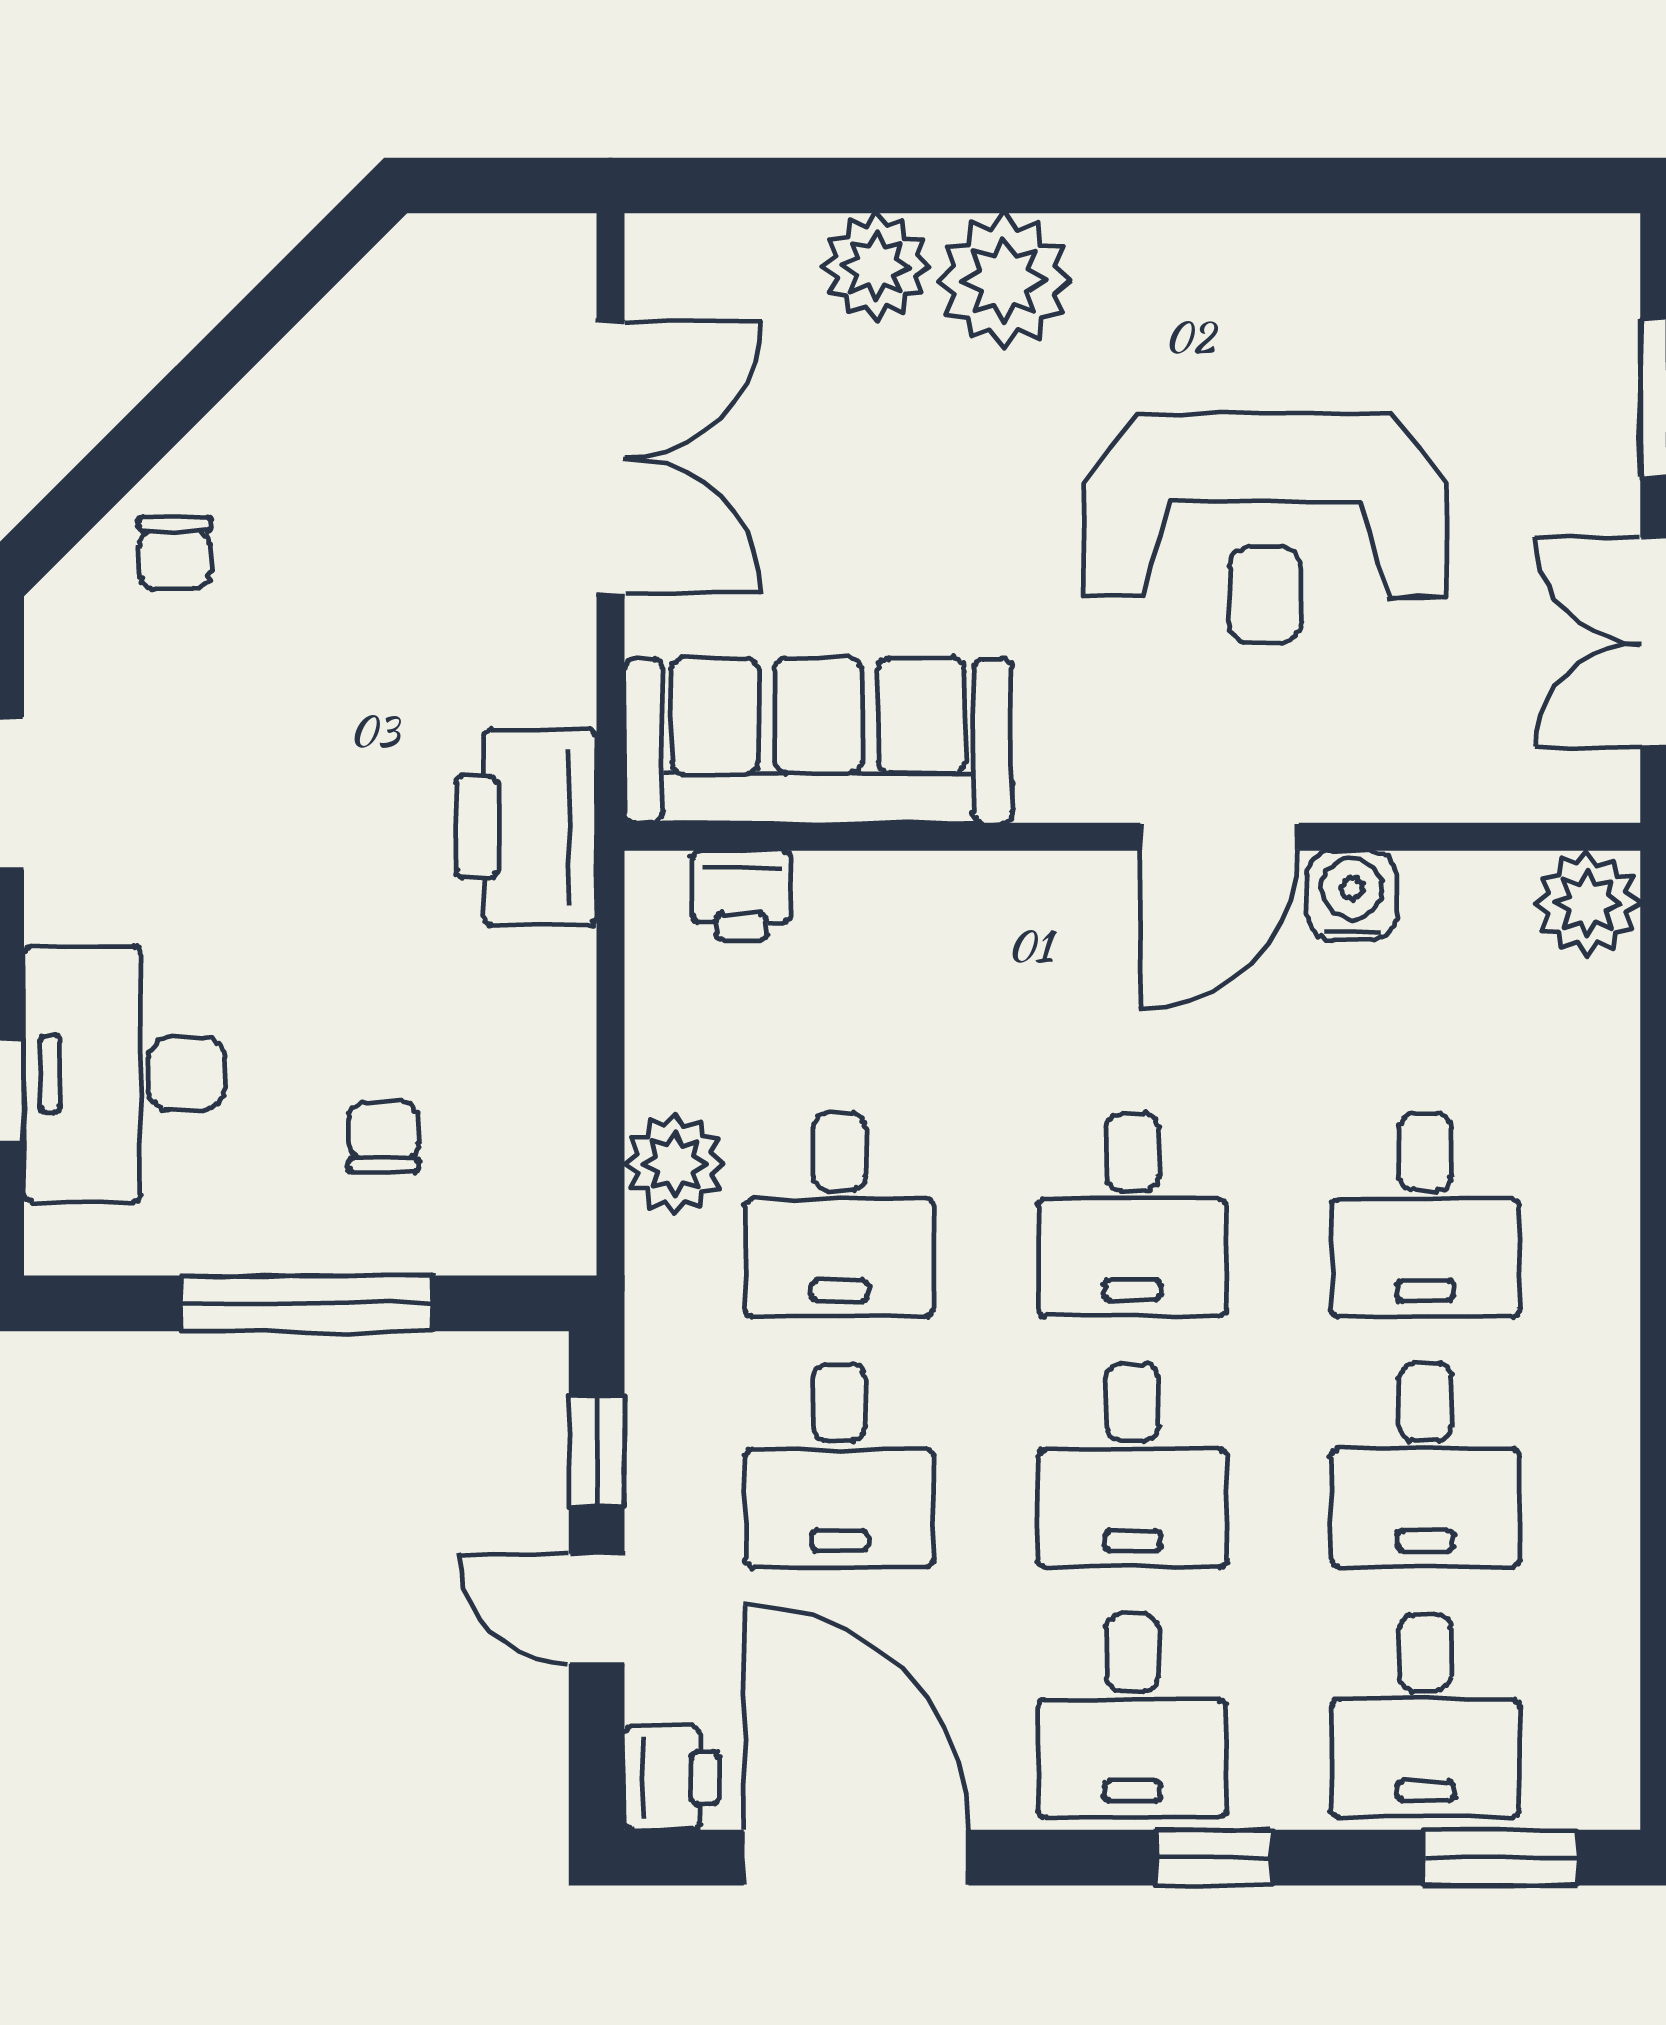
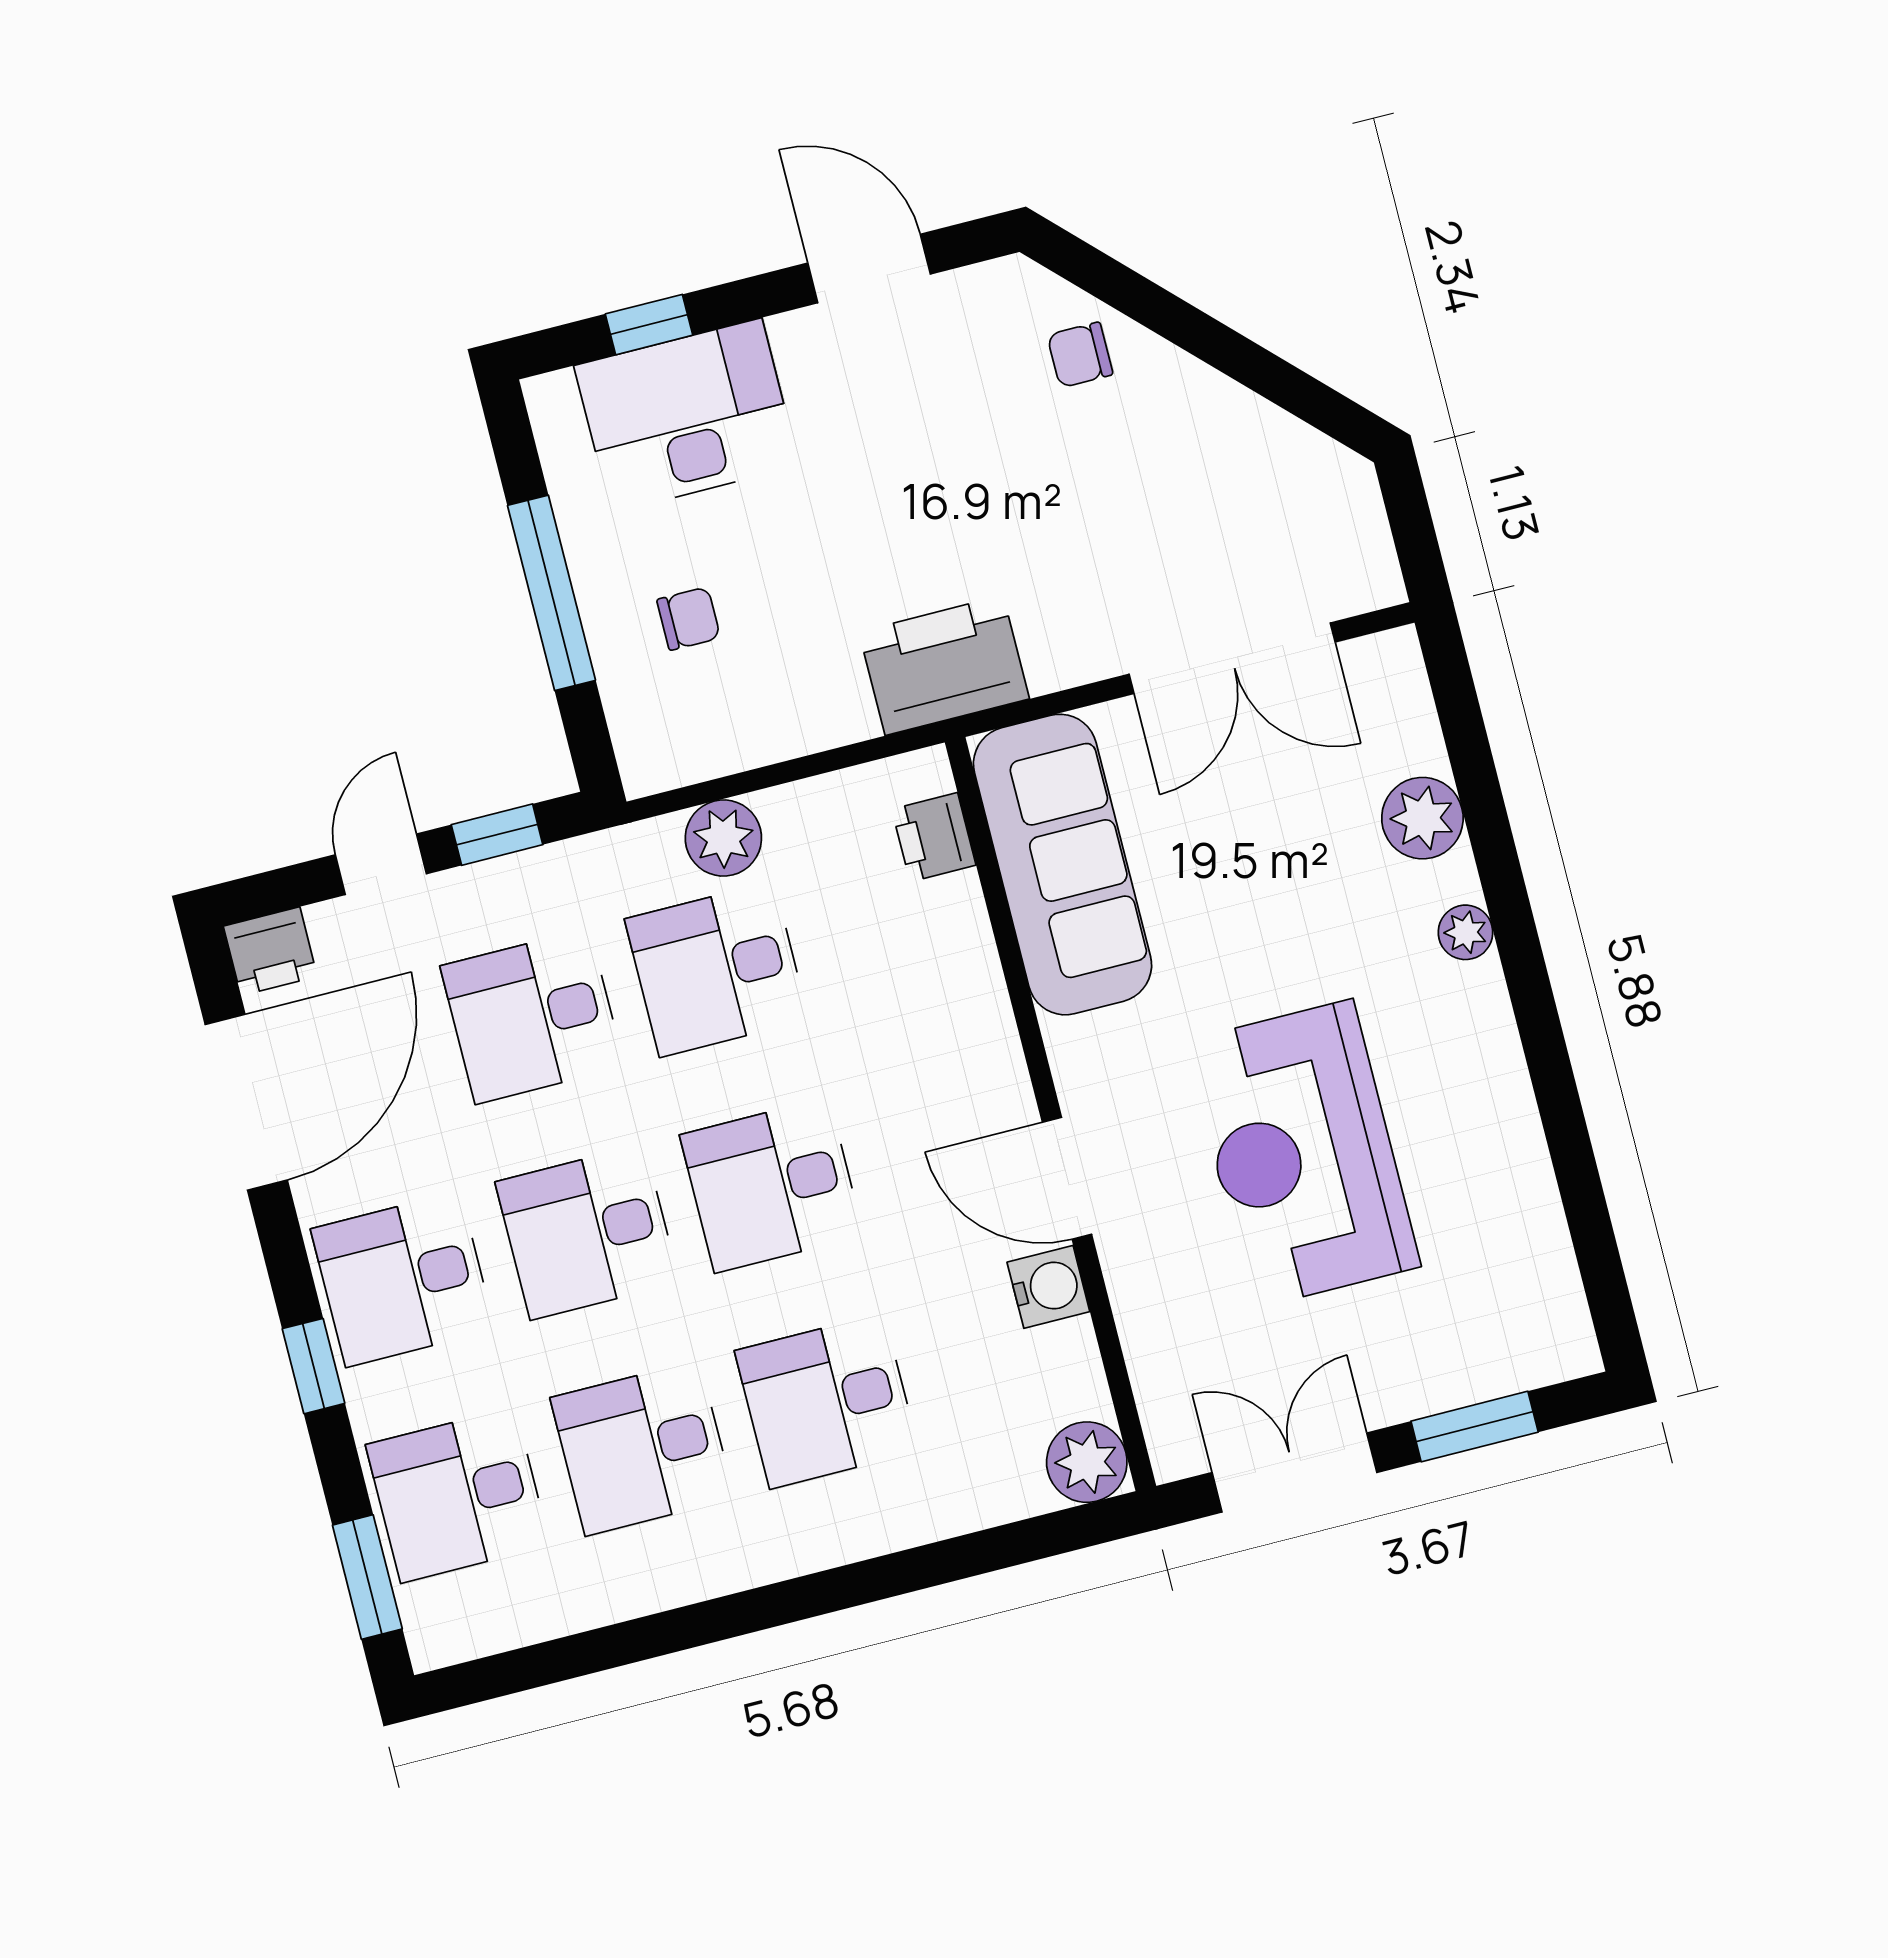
plant: (1004, 280) -> (1466, 932), width x0.53, depth x0.53

